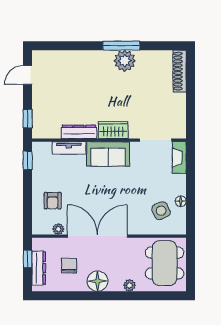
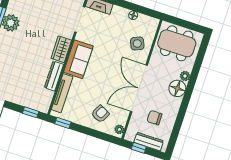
tv unit: (69, 148) -> (62, 93), width x1.41
armchair: (53, 201) -> (100, 114), turned -63
side table: (161, 211) -> (137, 44), moved
plant: (58, 229) -> (119, 129), moved
floor lamp: (97, 281) -> (177, 88), moved

